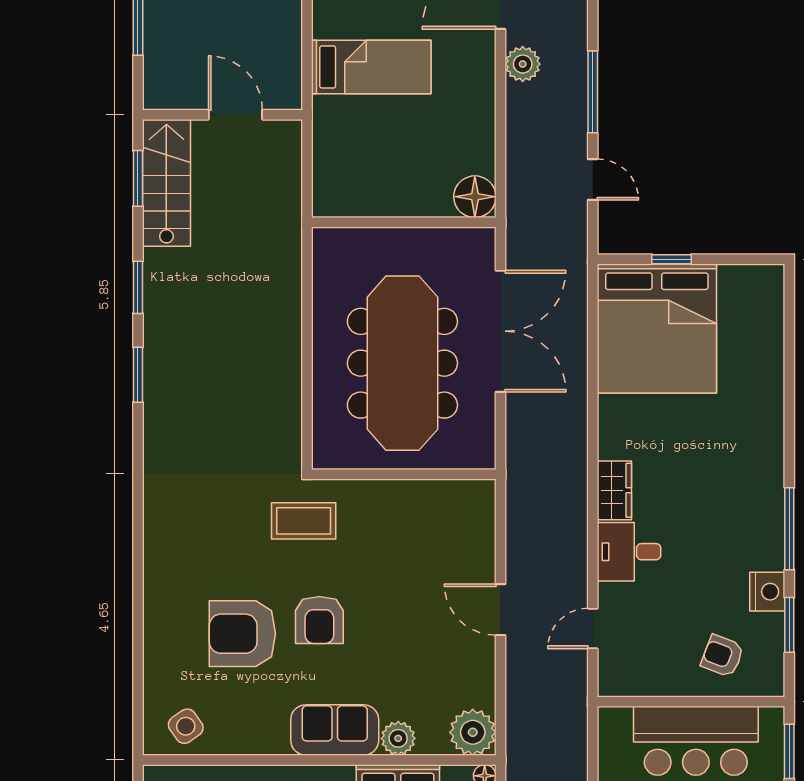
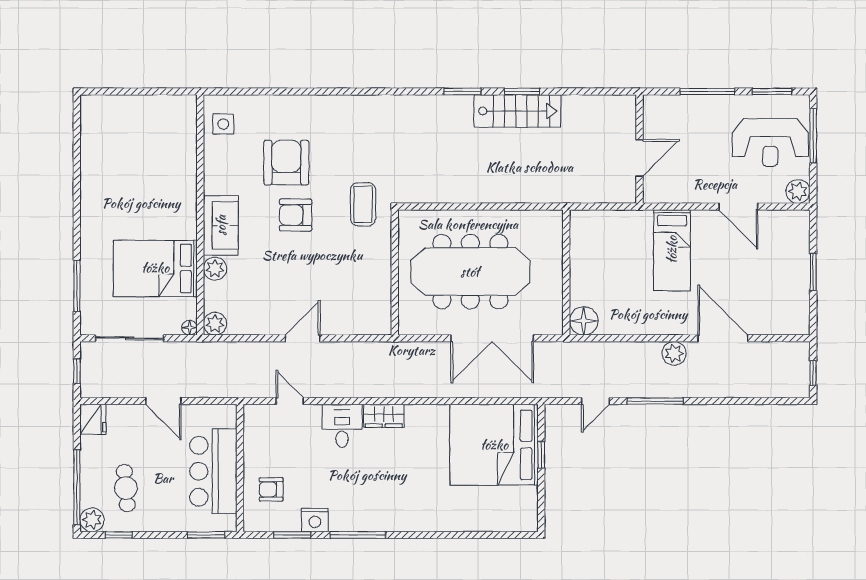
window: (138, 178) -> (596, 91), removed
stairs: (166, 183) -> (517, 111), moved
armchair: (722, 656) -> (271, 489), turned -111
side table: (186, 726) -> (223, 124), turned 35
plant: (473, 732) -> (215, 324), width x0.73, depth x0.73

